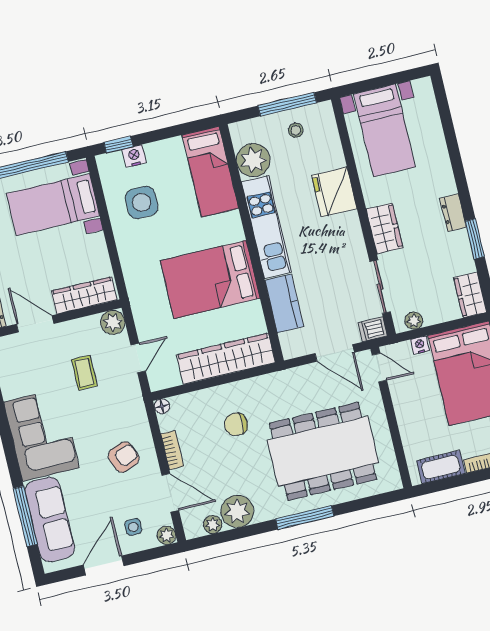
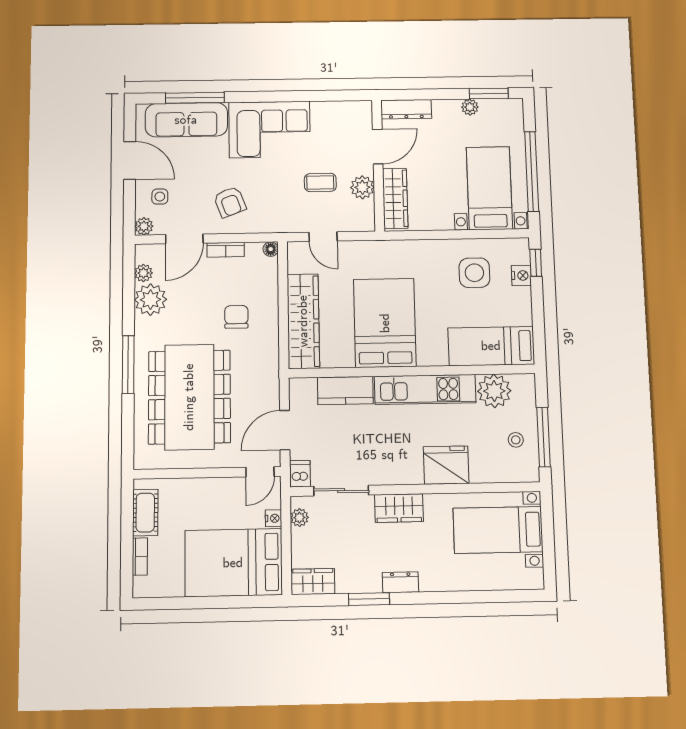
plant: (113, 322) -> (362, 187), moved

